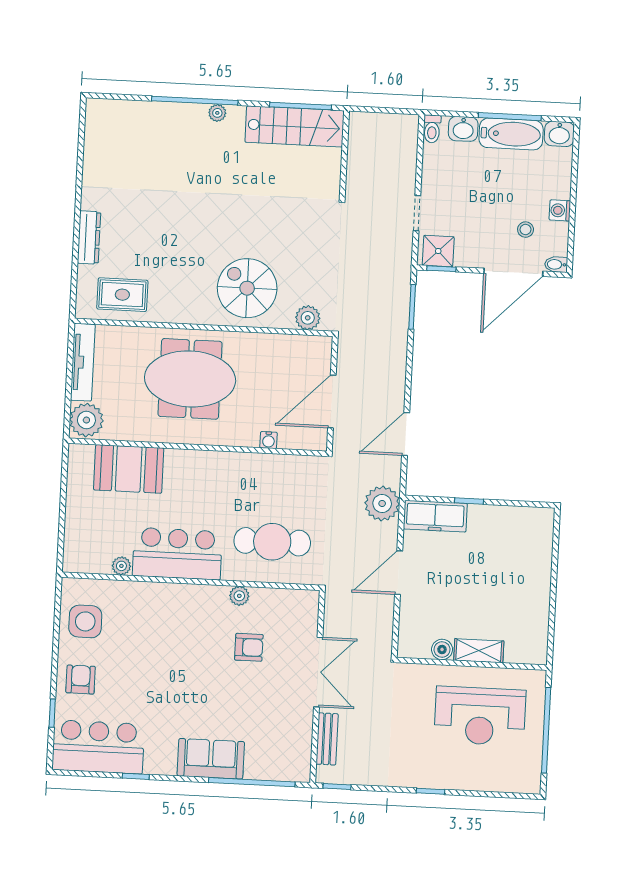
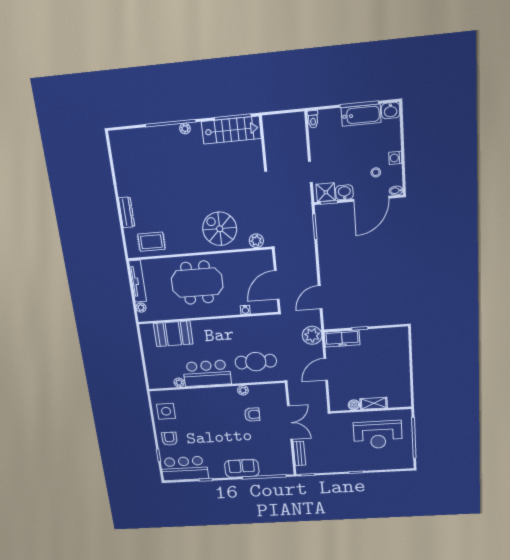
washbasin: (463, 129) -> (344, 192), moved, turned 180
plant: (86, 420) -> (141, 308), width x0.53, depth x0.53

